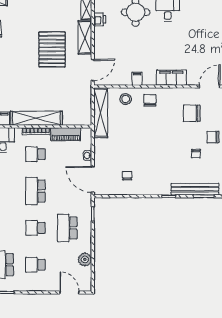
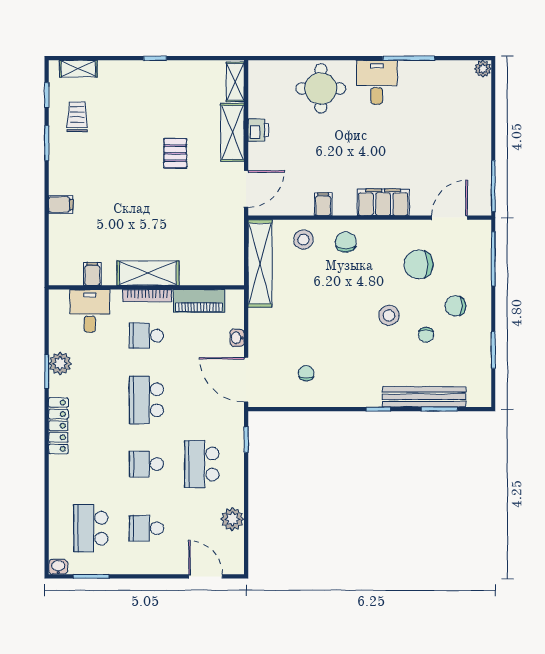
printer: (100, 19) -> (258, 130), moved
pallet: (52, 49) -> (175, 153), width x0.49, depth x0.50
shelving: (36, 118) -> (148, 273), width x0.68
stool: (175, 143) -> (389, 315), added

